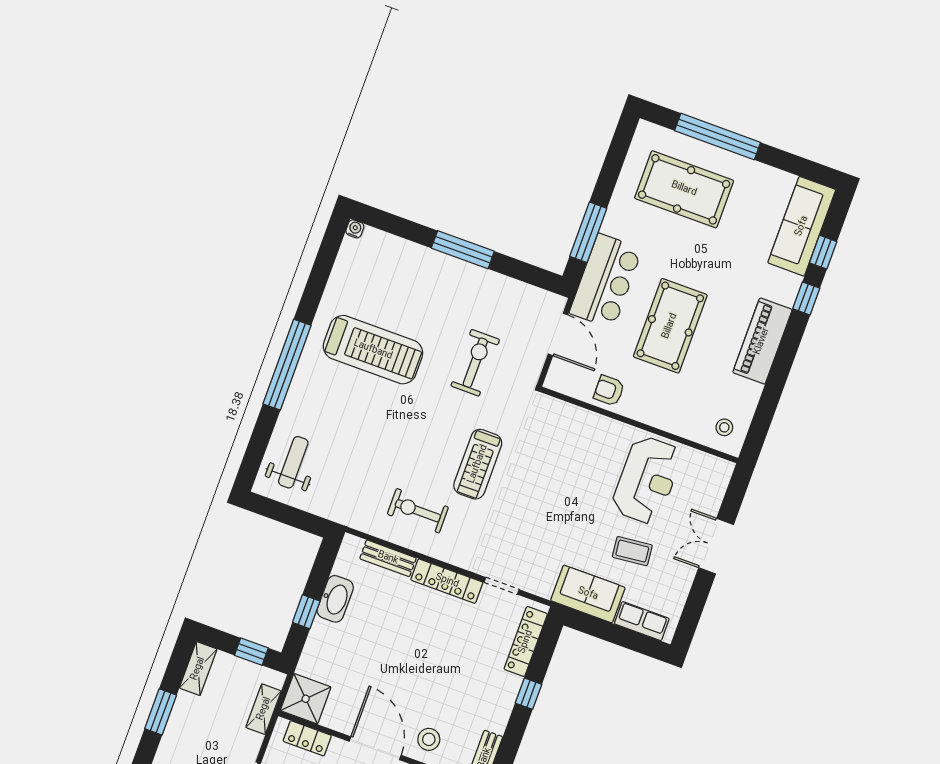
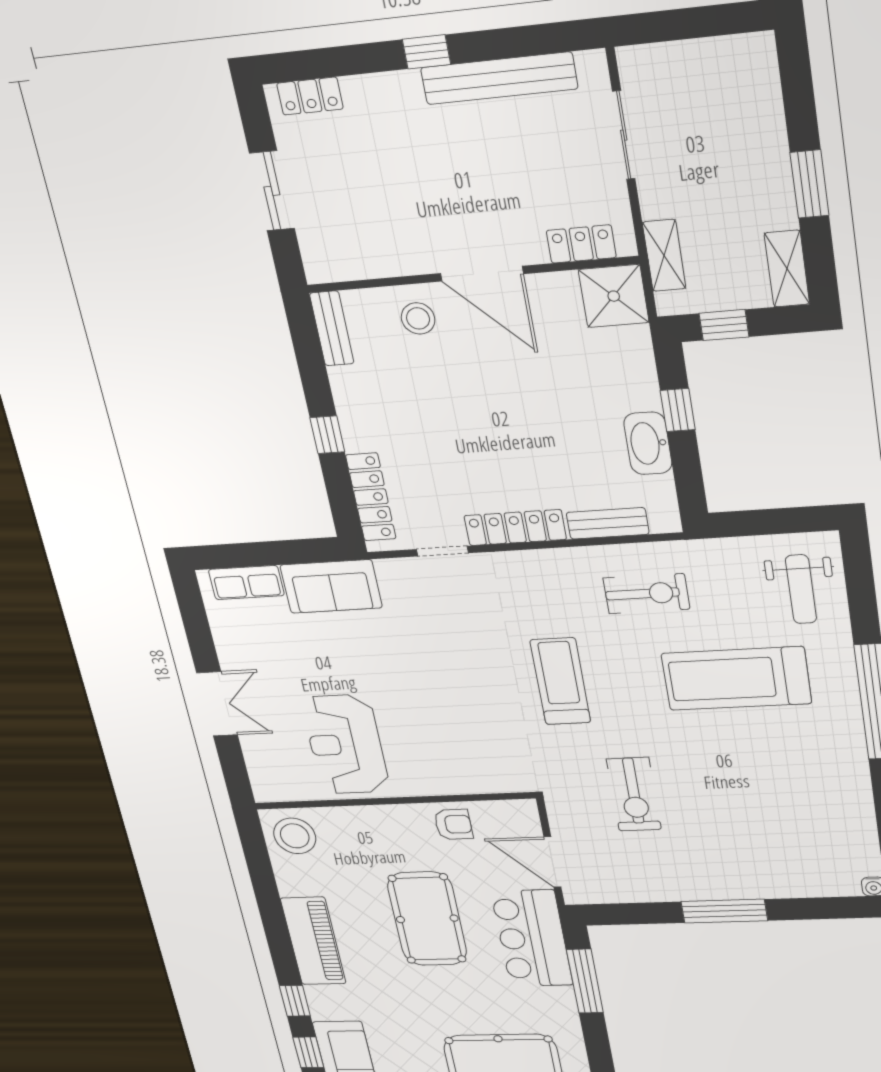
treadmill: (373, 350) -> (736, 678), moved
stool: (724, 427) -> (295, 836), width x1.89, depth x1.89
exercise bike: (418, 511) -> (646, 594), moved
coffee table: (632, 551) -> (310, 658), removed

